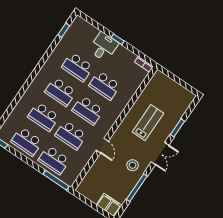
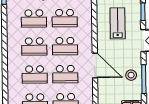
door: (102, 146) -> (95, 65), width x1.88
stool: (133, 165) -> (131, 75), moved

